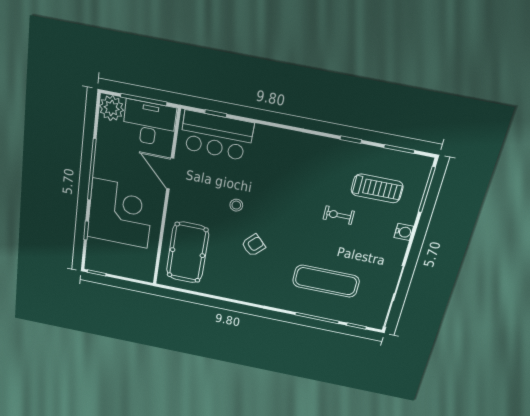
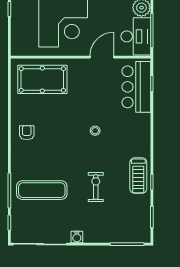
treadmill: (377, 188) -> (138, 176), moved
stool: (236, 205) -> (95, 131), moved
exercise bike: (339, 215) -> (96, 187), width x1.38, depth x1.39
water cooler: (404, 232) -> (77, 237), moved
armchair: (253, 245) -> (27, 133), moved, turned -135
exercise mat: (326, 281) -> (42, 190), turned 90

